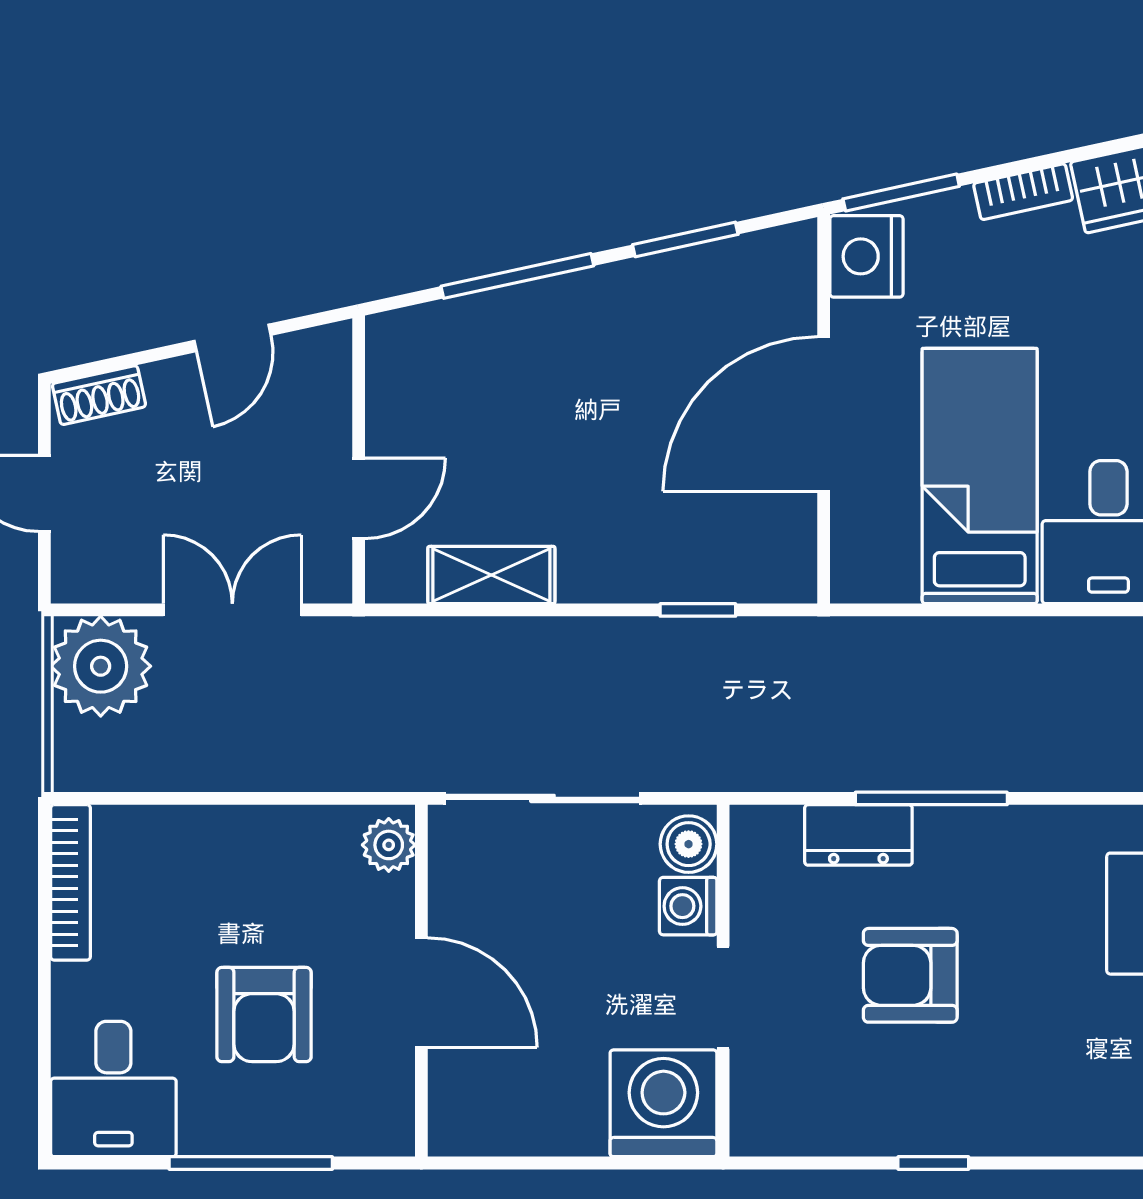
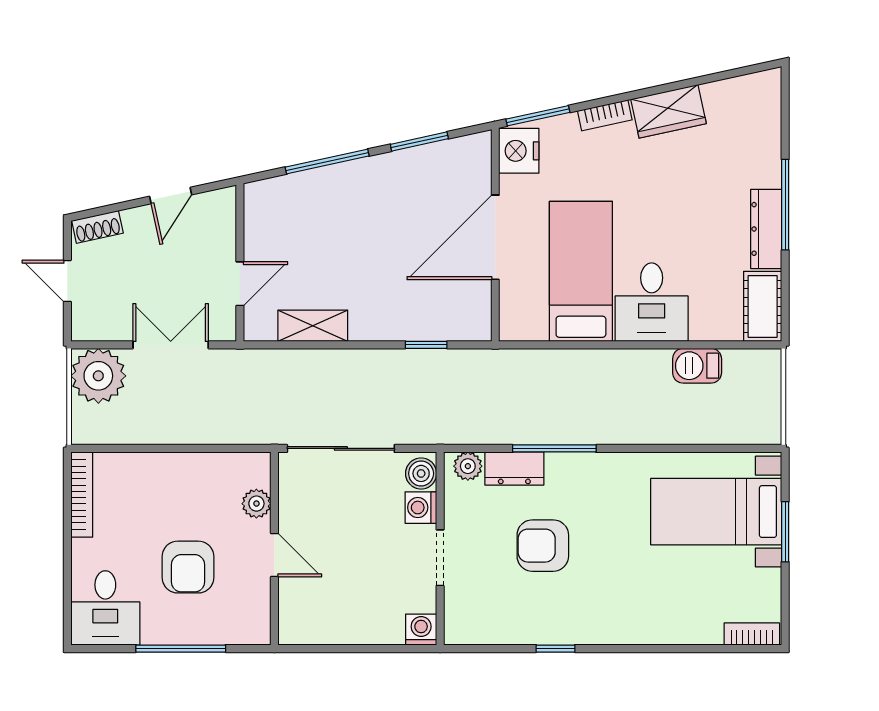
plant: (774, 831) -> (468, 466), added
plant: (389, 845) -> (256, 504), moved
door: (421, 993) -> (274, 555), width x0.73
washing machine: (663, 1103) -> (421, 630), width x0.53, depth x0.53

